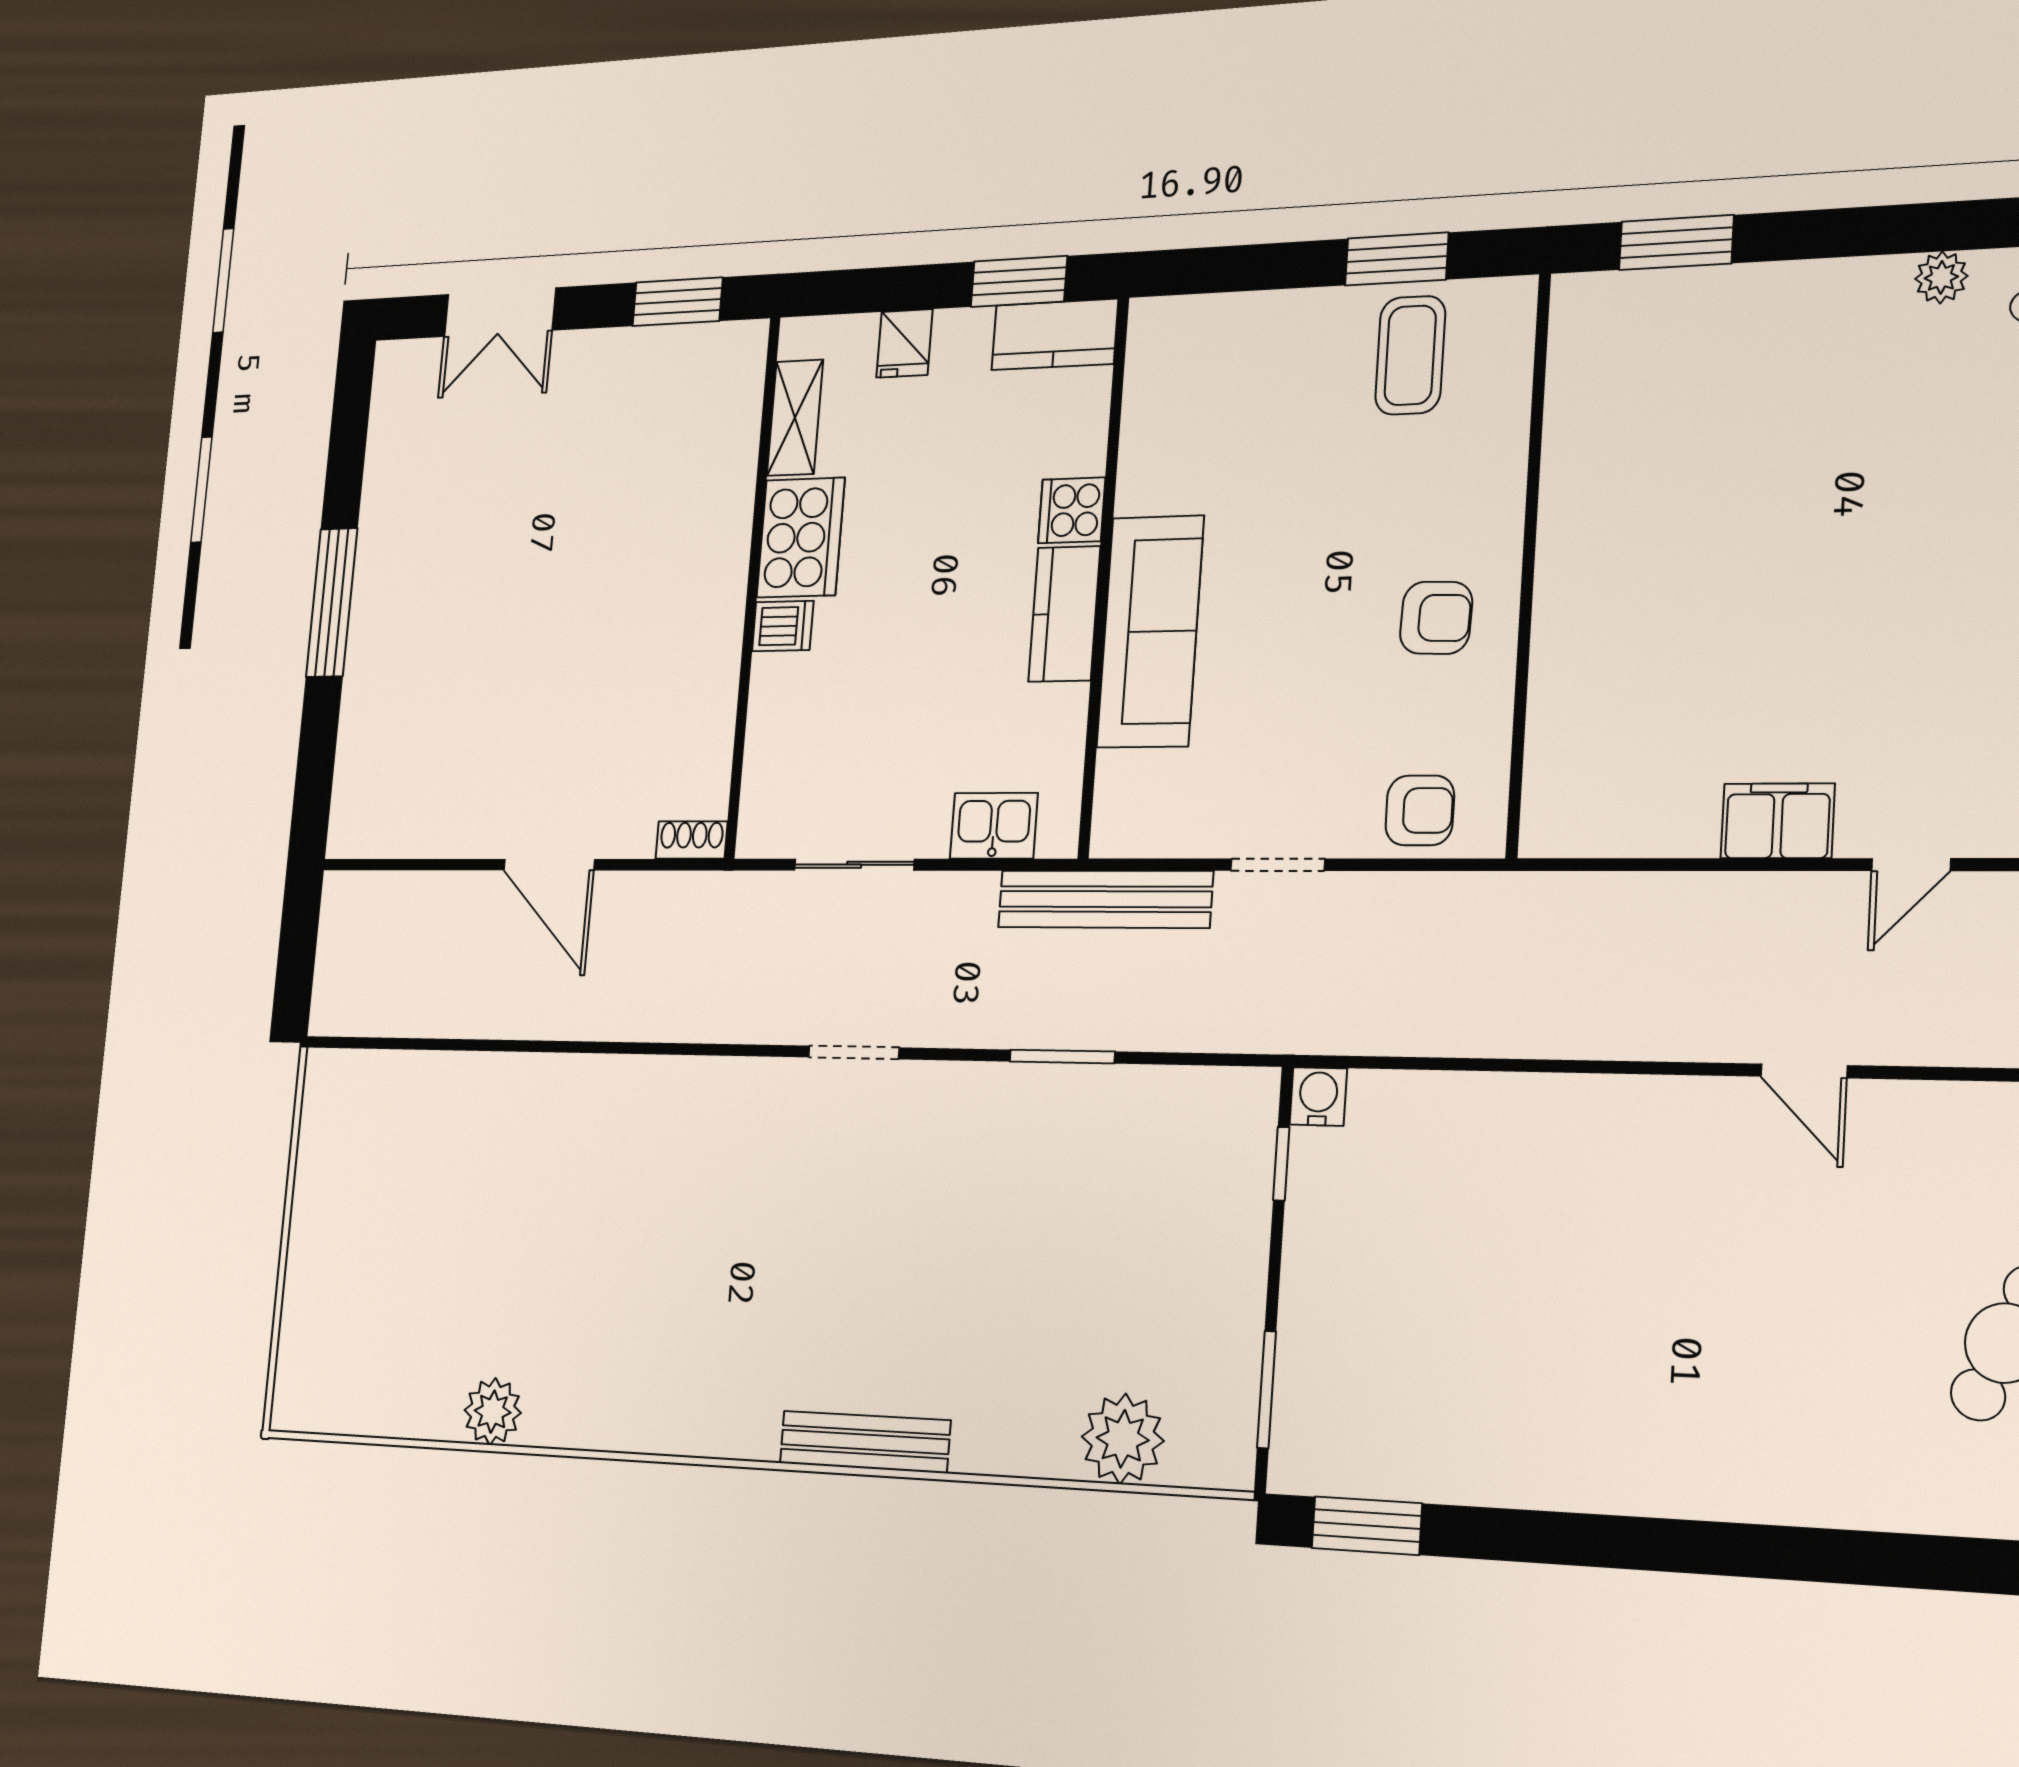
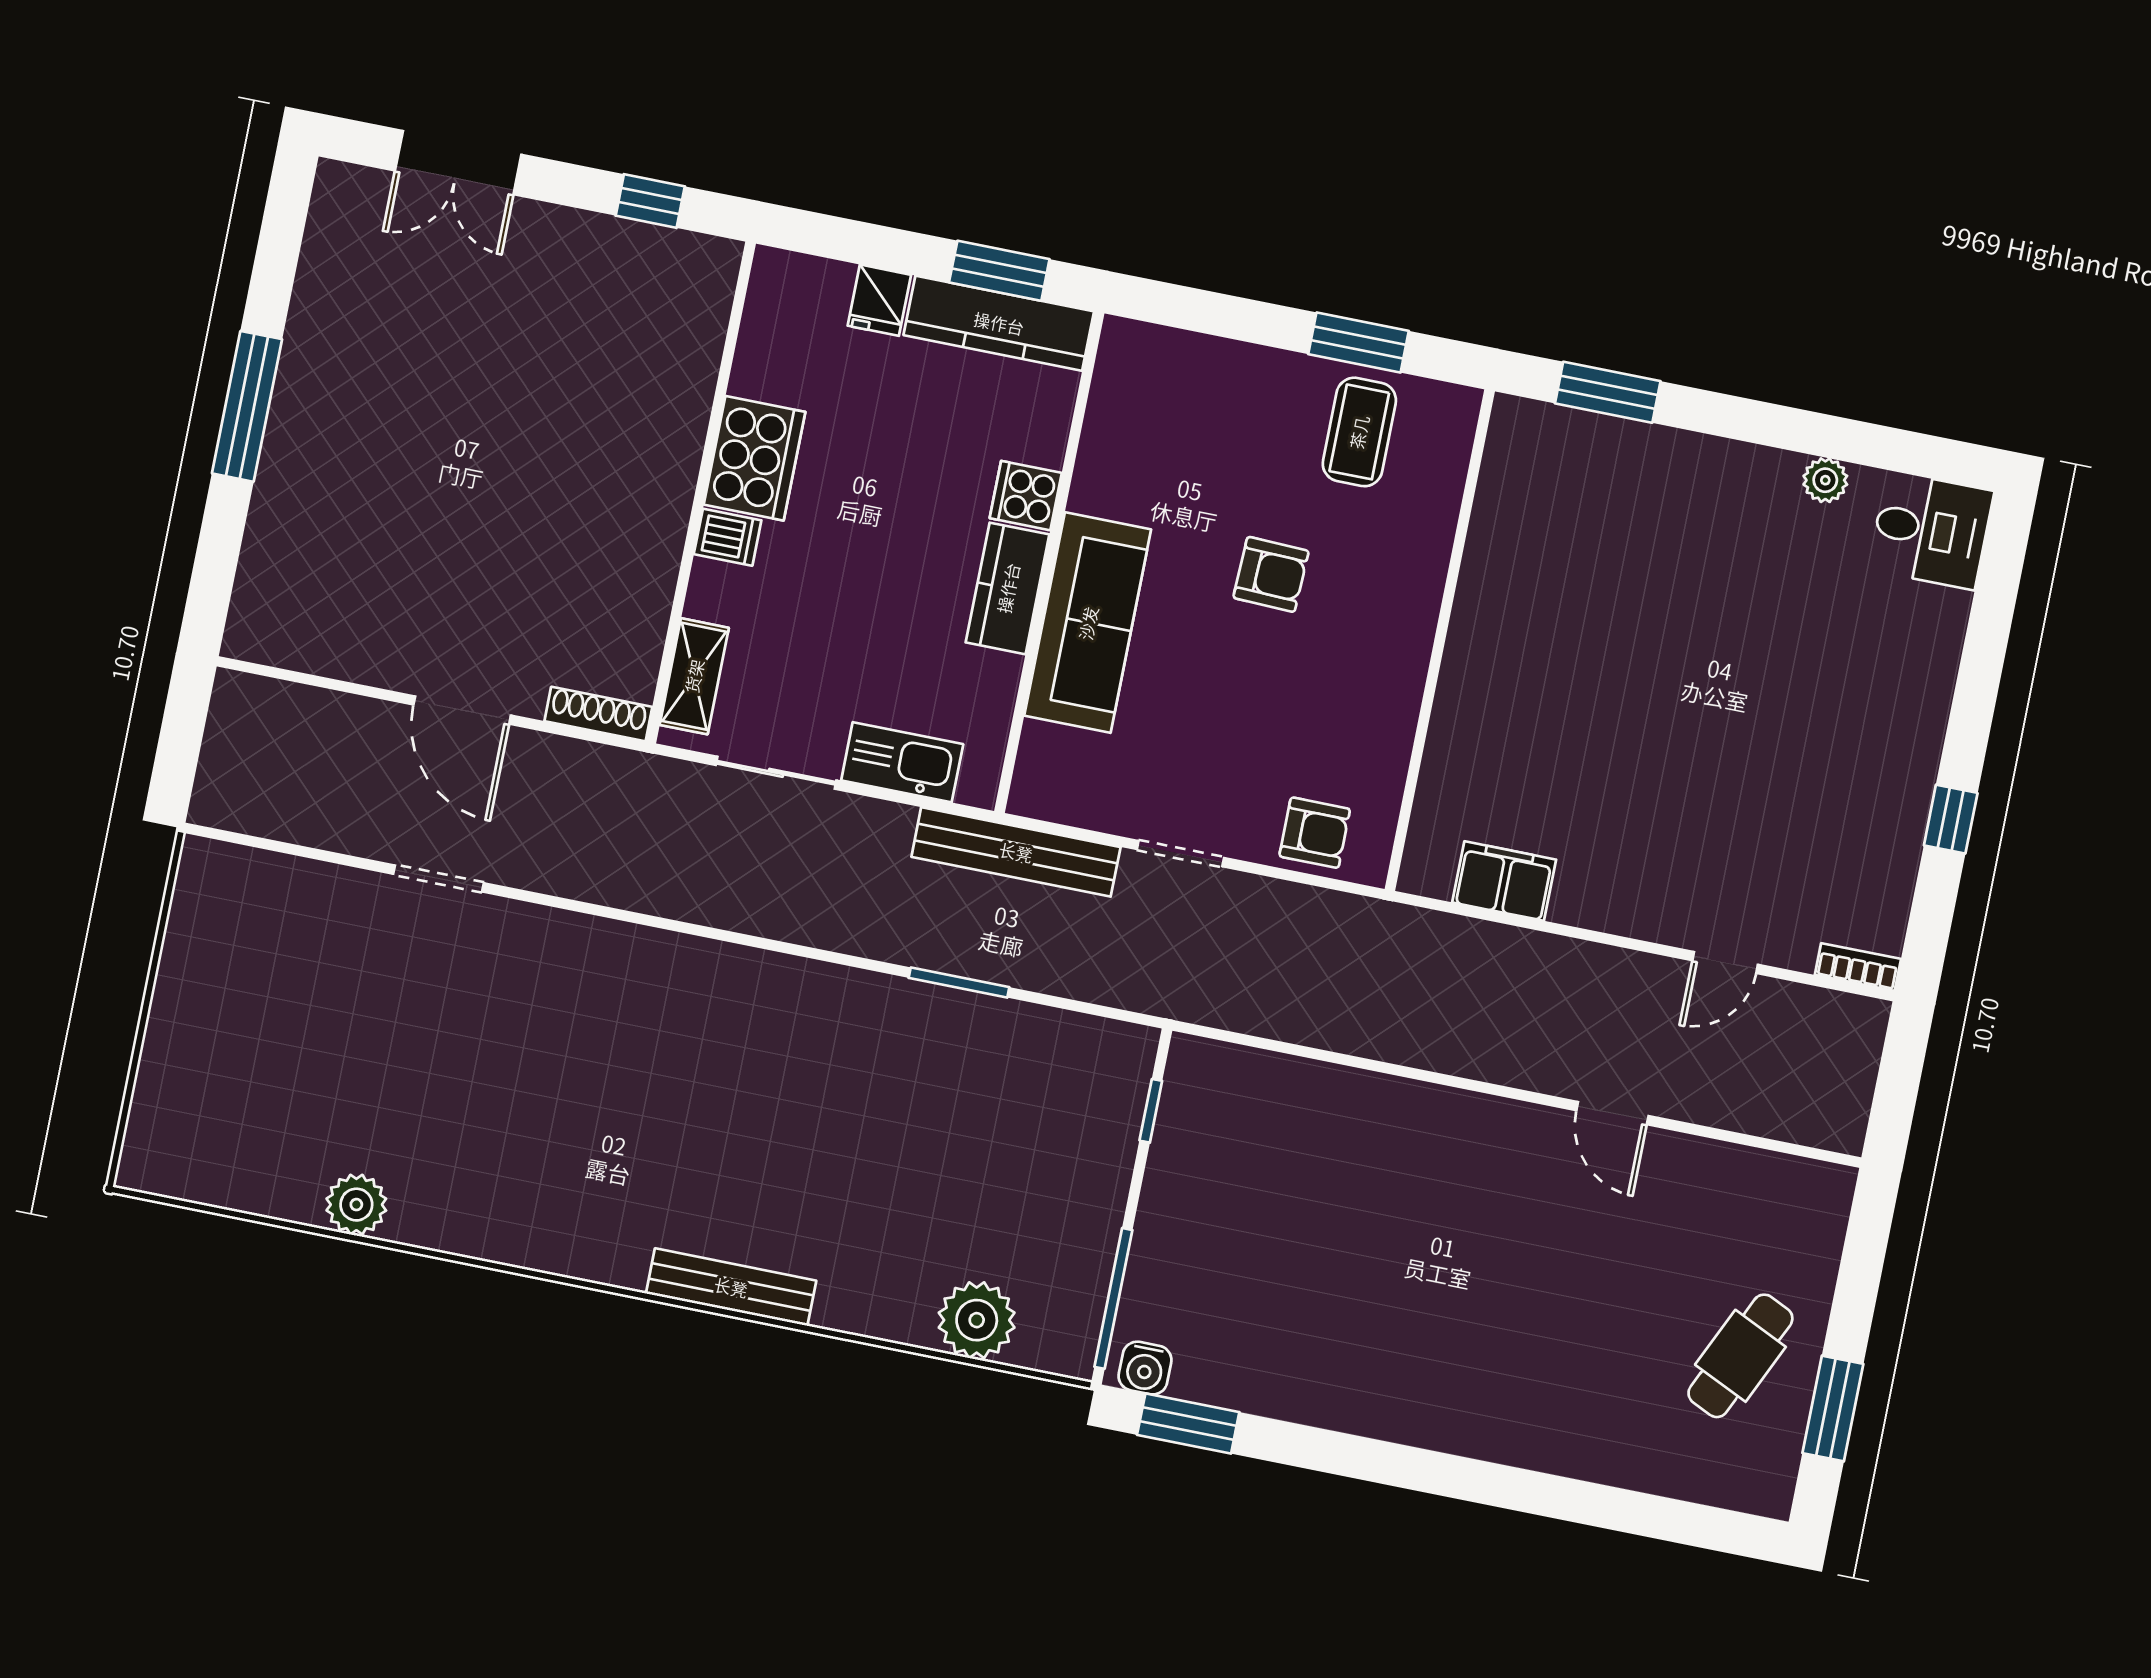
window: (678, 302) -> (650, 201), width x0.67
kitchen counter: (1055, 334) -> (999, 323), width x1.50
shelving: (795, 418) -> (694, 676), moved
armchair: (1436, 618) -> (1271, 574), moved
filing cabinet: (1778, 821) -> (1504, 881), moved
kitchen sink: (994, 826) -> (902, 762), width x1.38
shoe rack: (691, 840) -> (598, 714), width x1.43
doorway: (854, 1052) -> (438, 879), moved
water cooler: (1318, 1097) -> (1145, 1368), moved, turned 180
window: (1267, 1390) -> (1113, 1298), width x1.44

